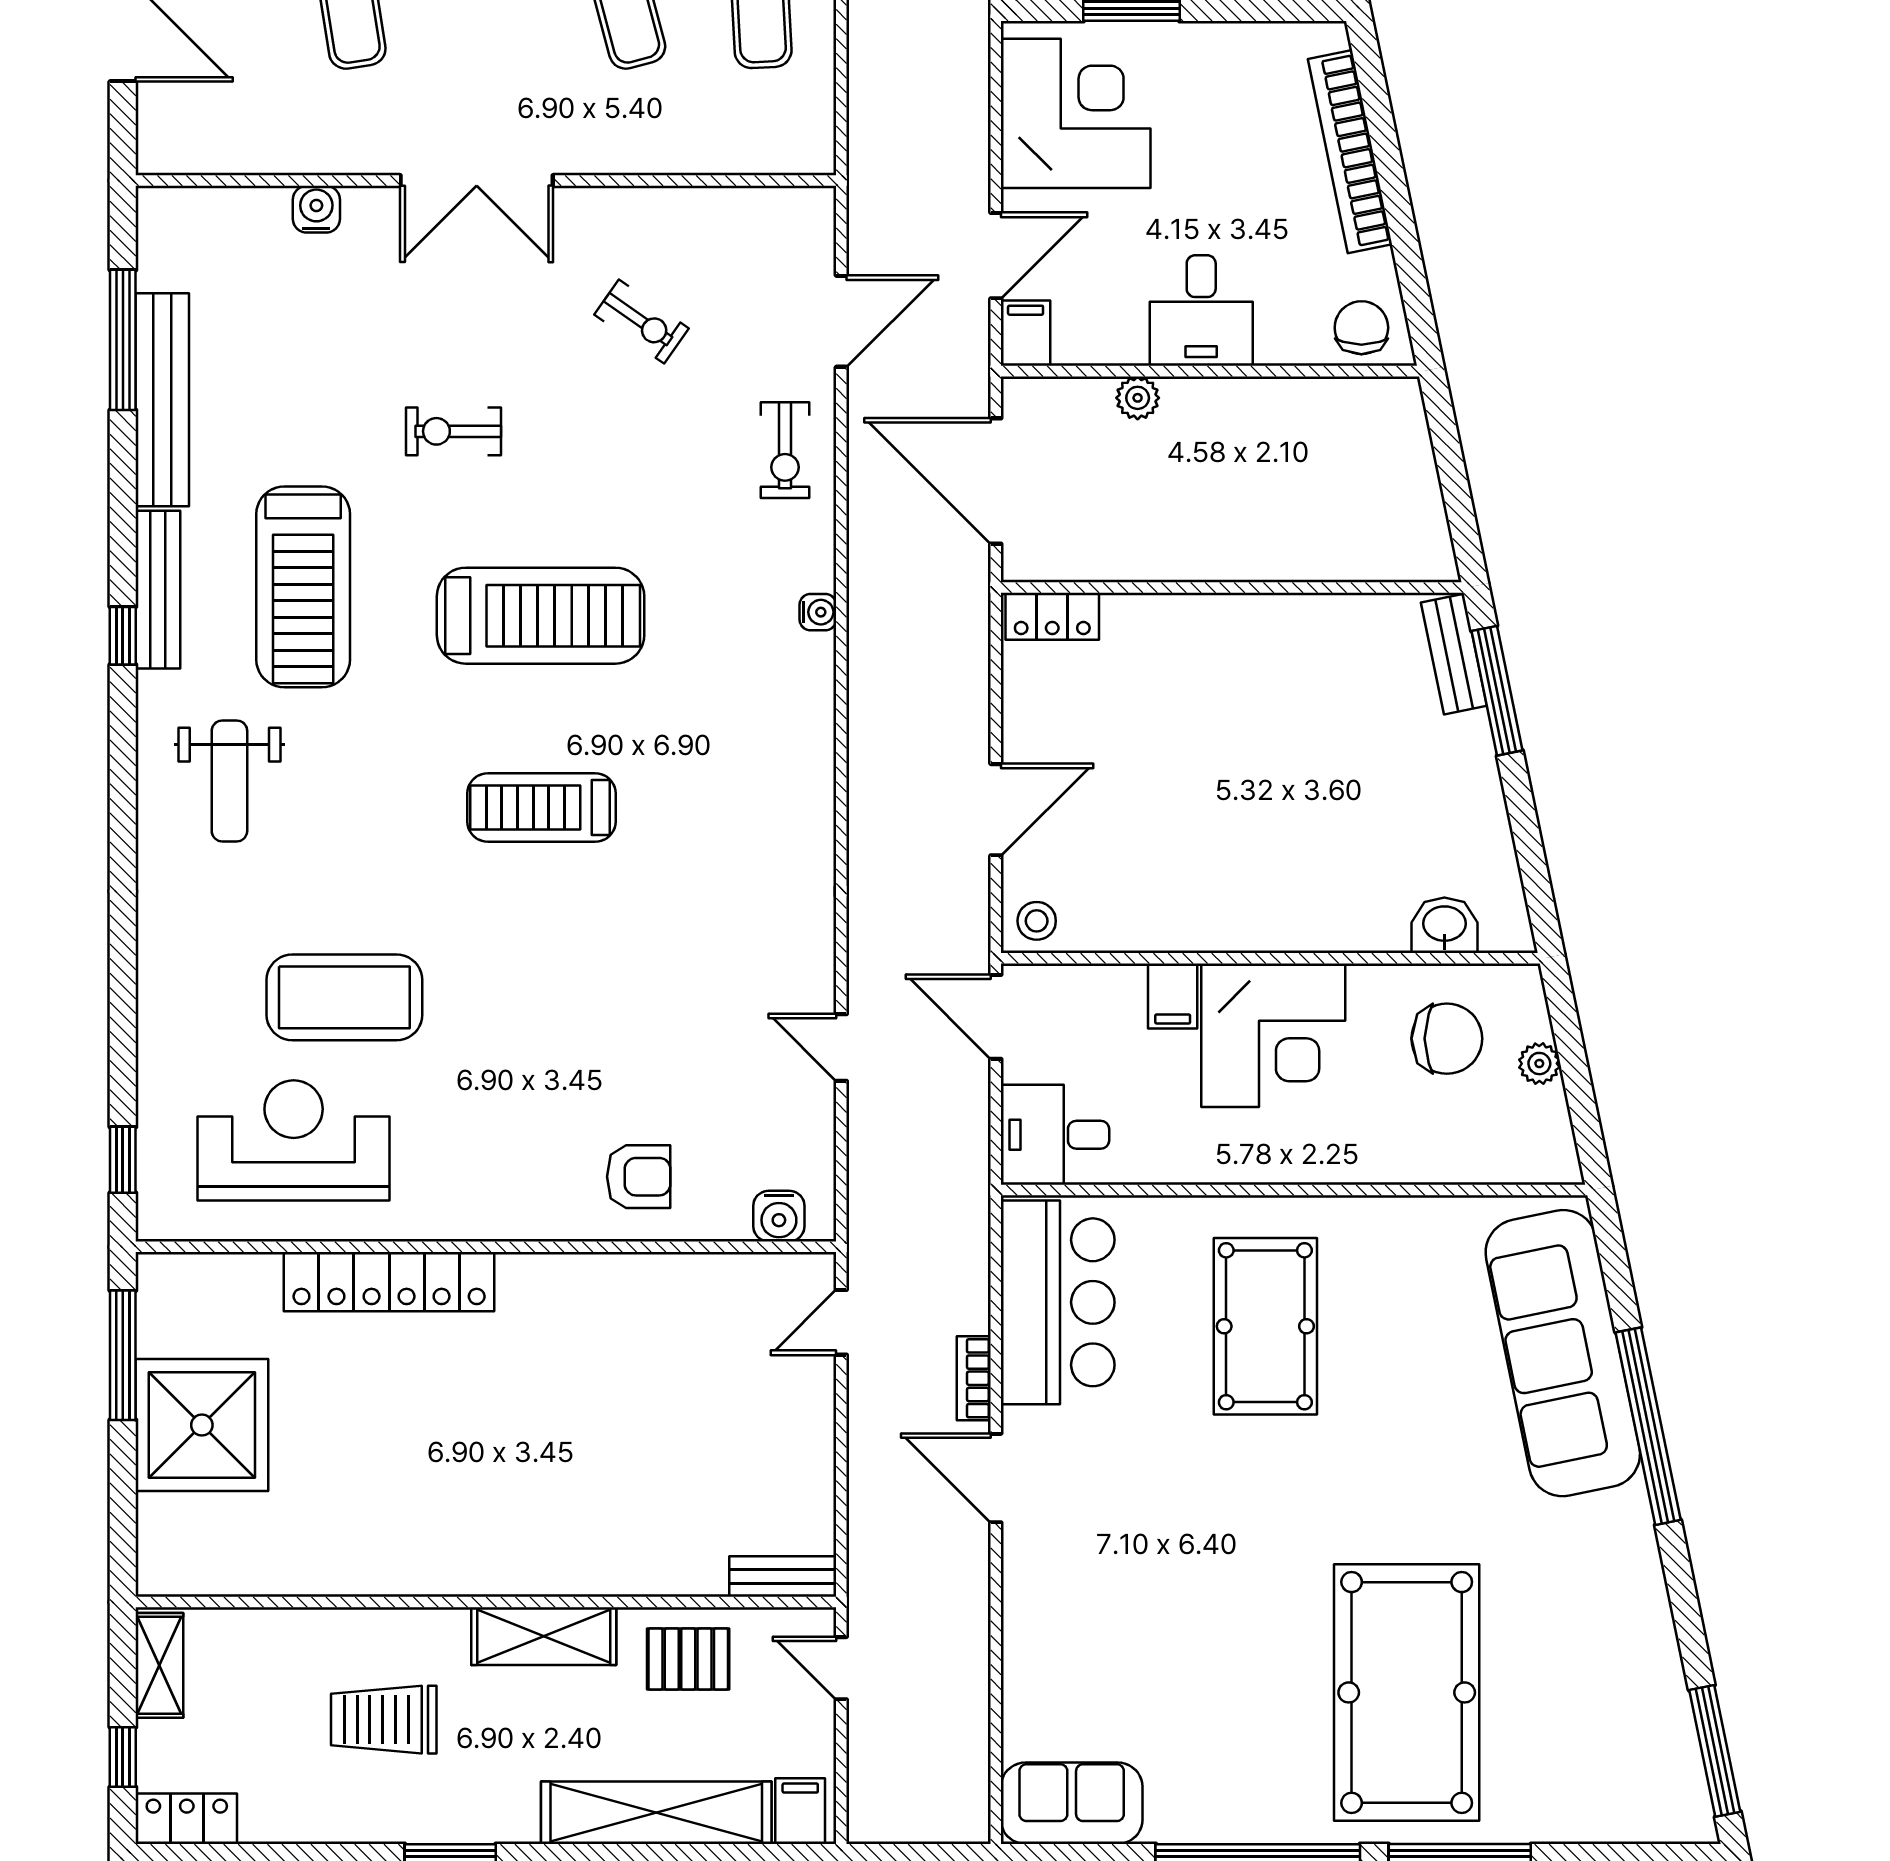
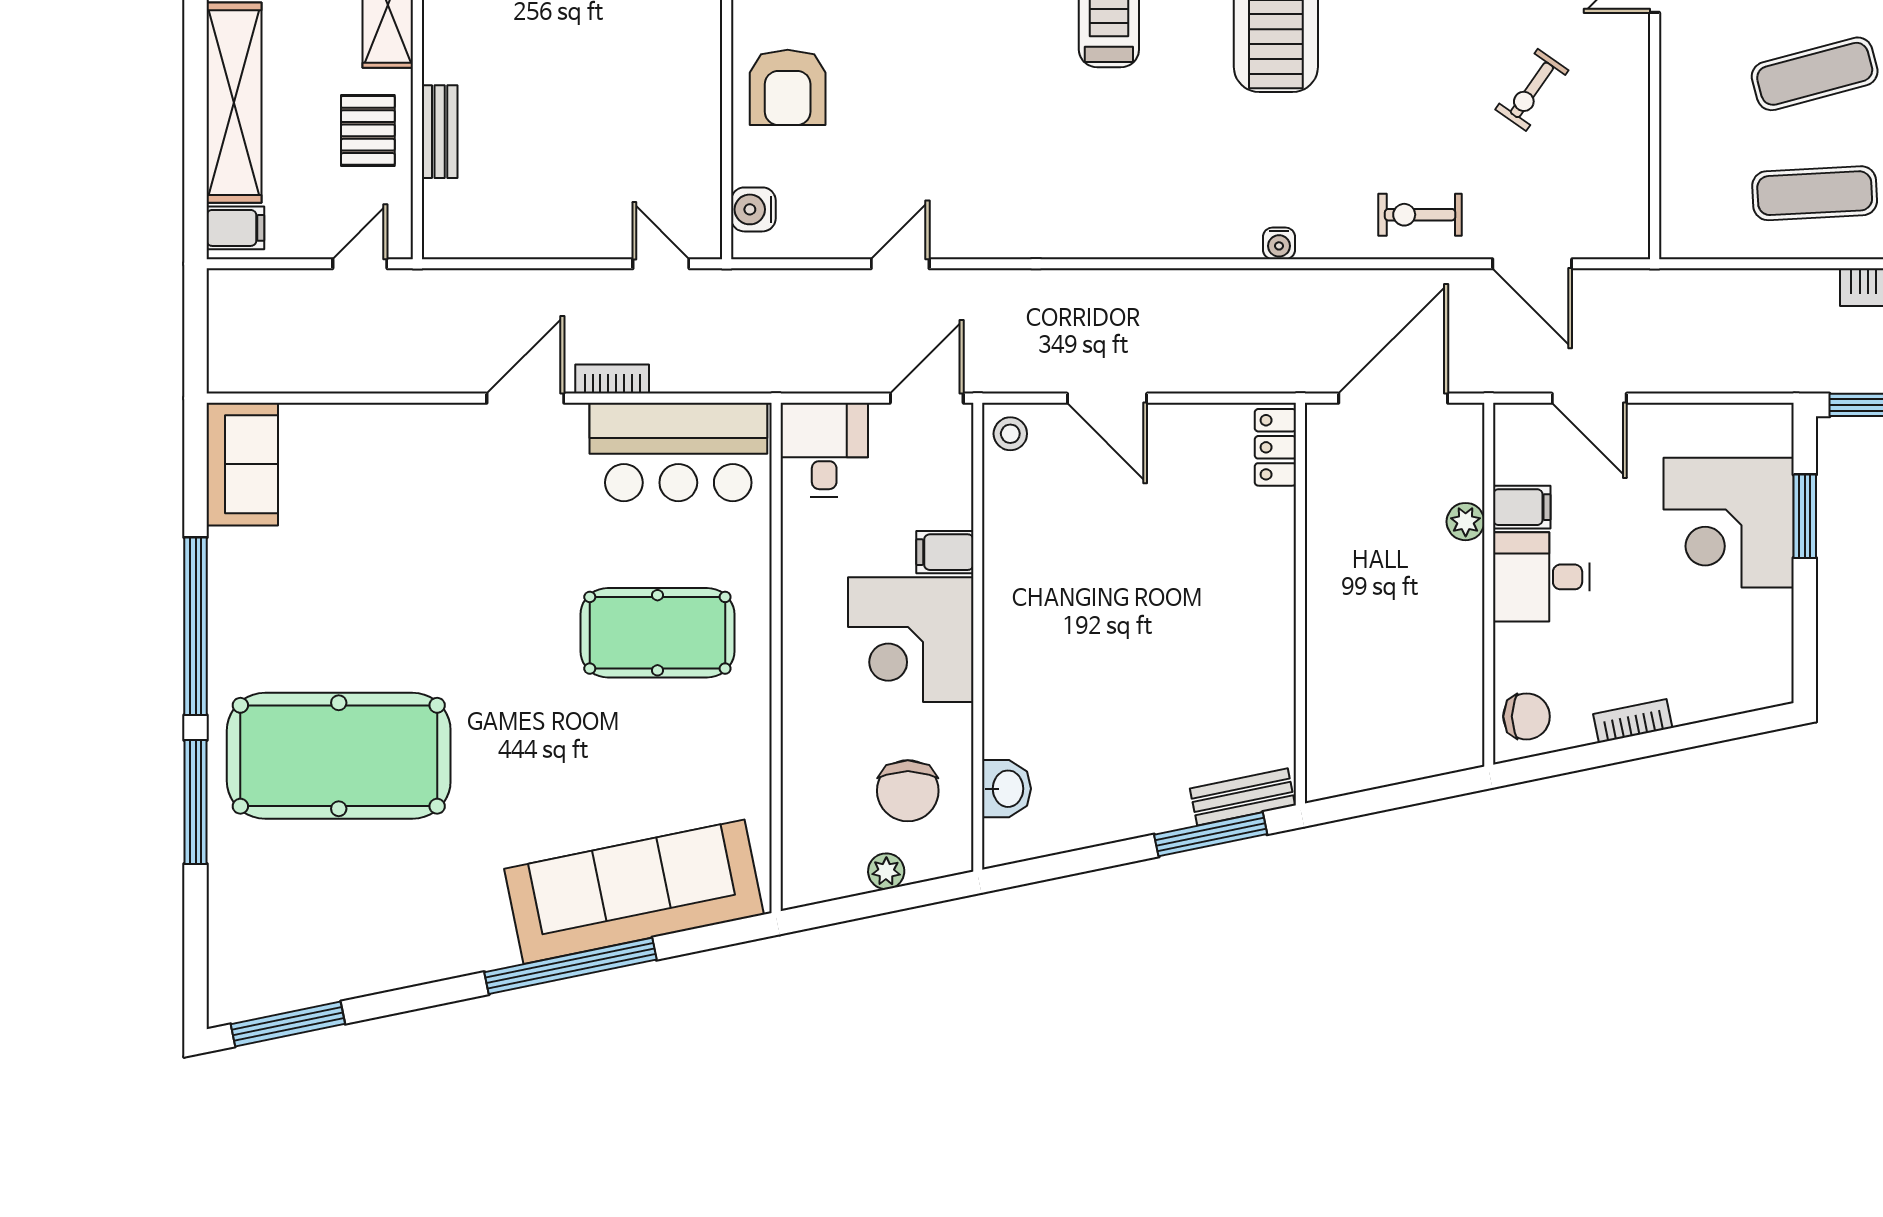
corner desk: (1076, 113) -> (1729, 523), moved, turned 90
bookcase: (1350, 152) -> (1633, 721), width x0.43, depth x0.76
filing cabinet: (1026, 333) -> (1522, 507), moved
armchair: (639, 1177) -> (788, 87), width x1.38, depth x1.38
bench: (783, 1577) -> (440, 132), moved

